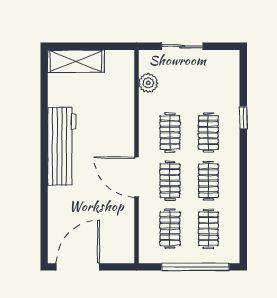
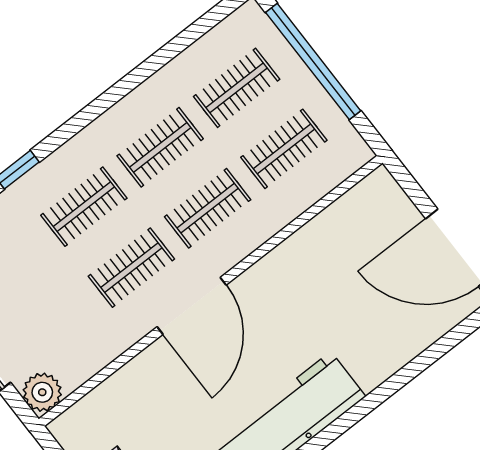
plant: (148, 83) -> (42, 392), moved
door: (137, 177) -> (192, 306), moved

